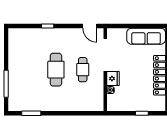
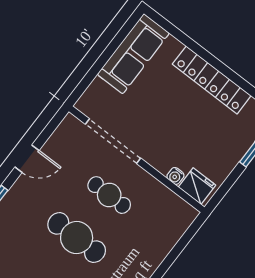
door: (90, 26) -> (27, 159), moved
fridge: (113, 78) -> (197, 186), moved

